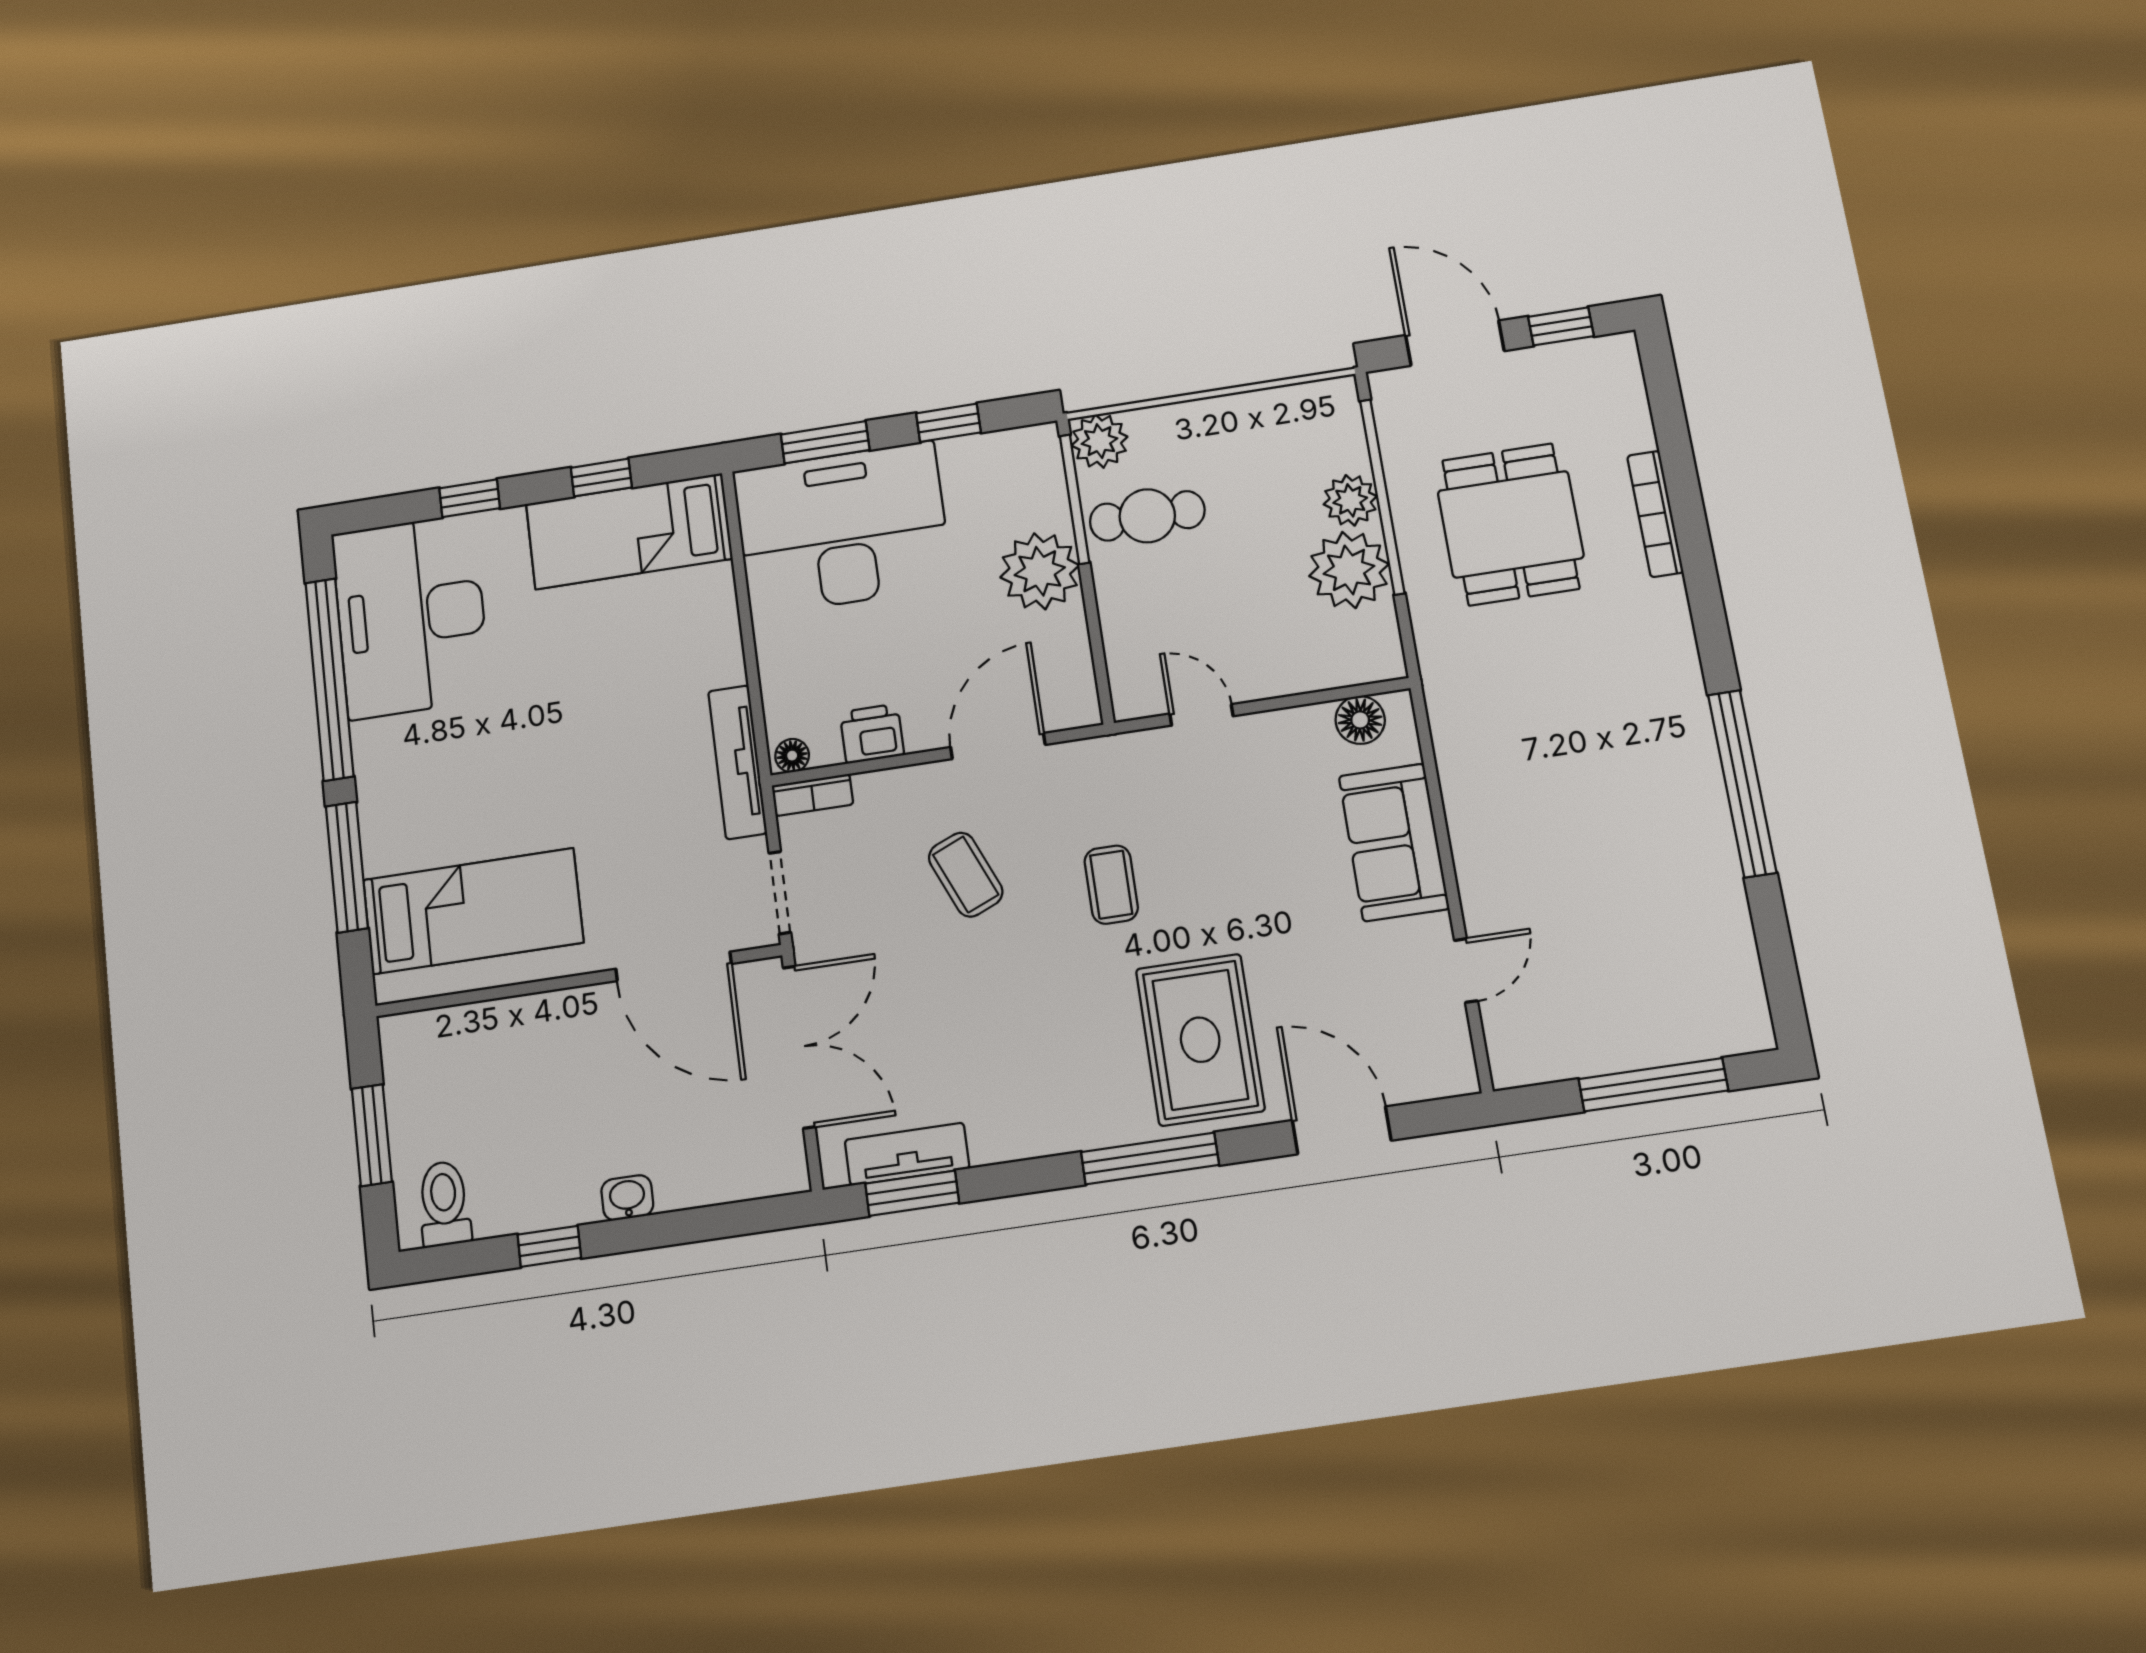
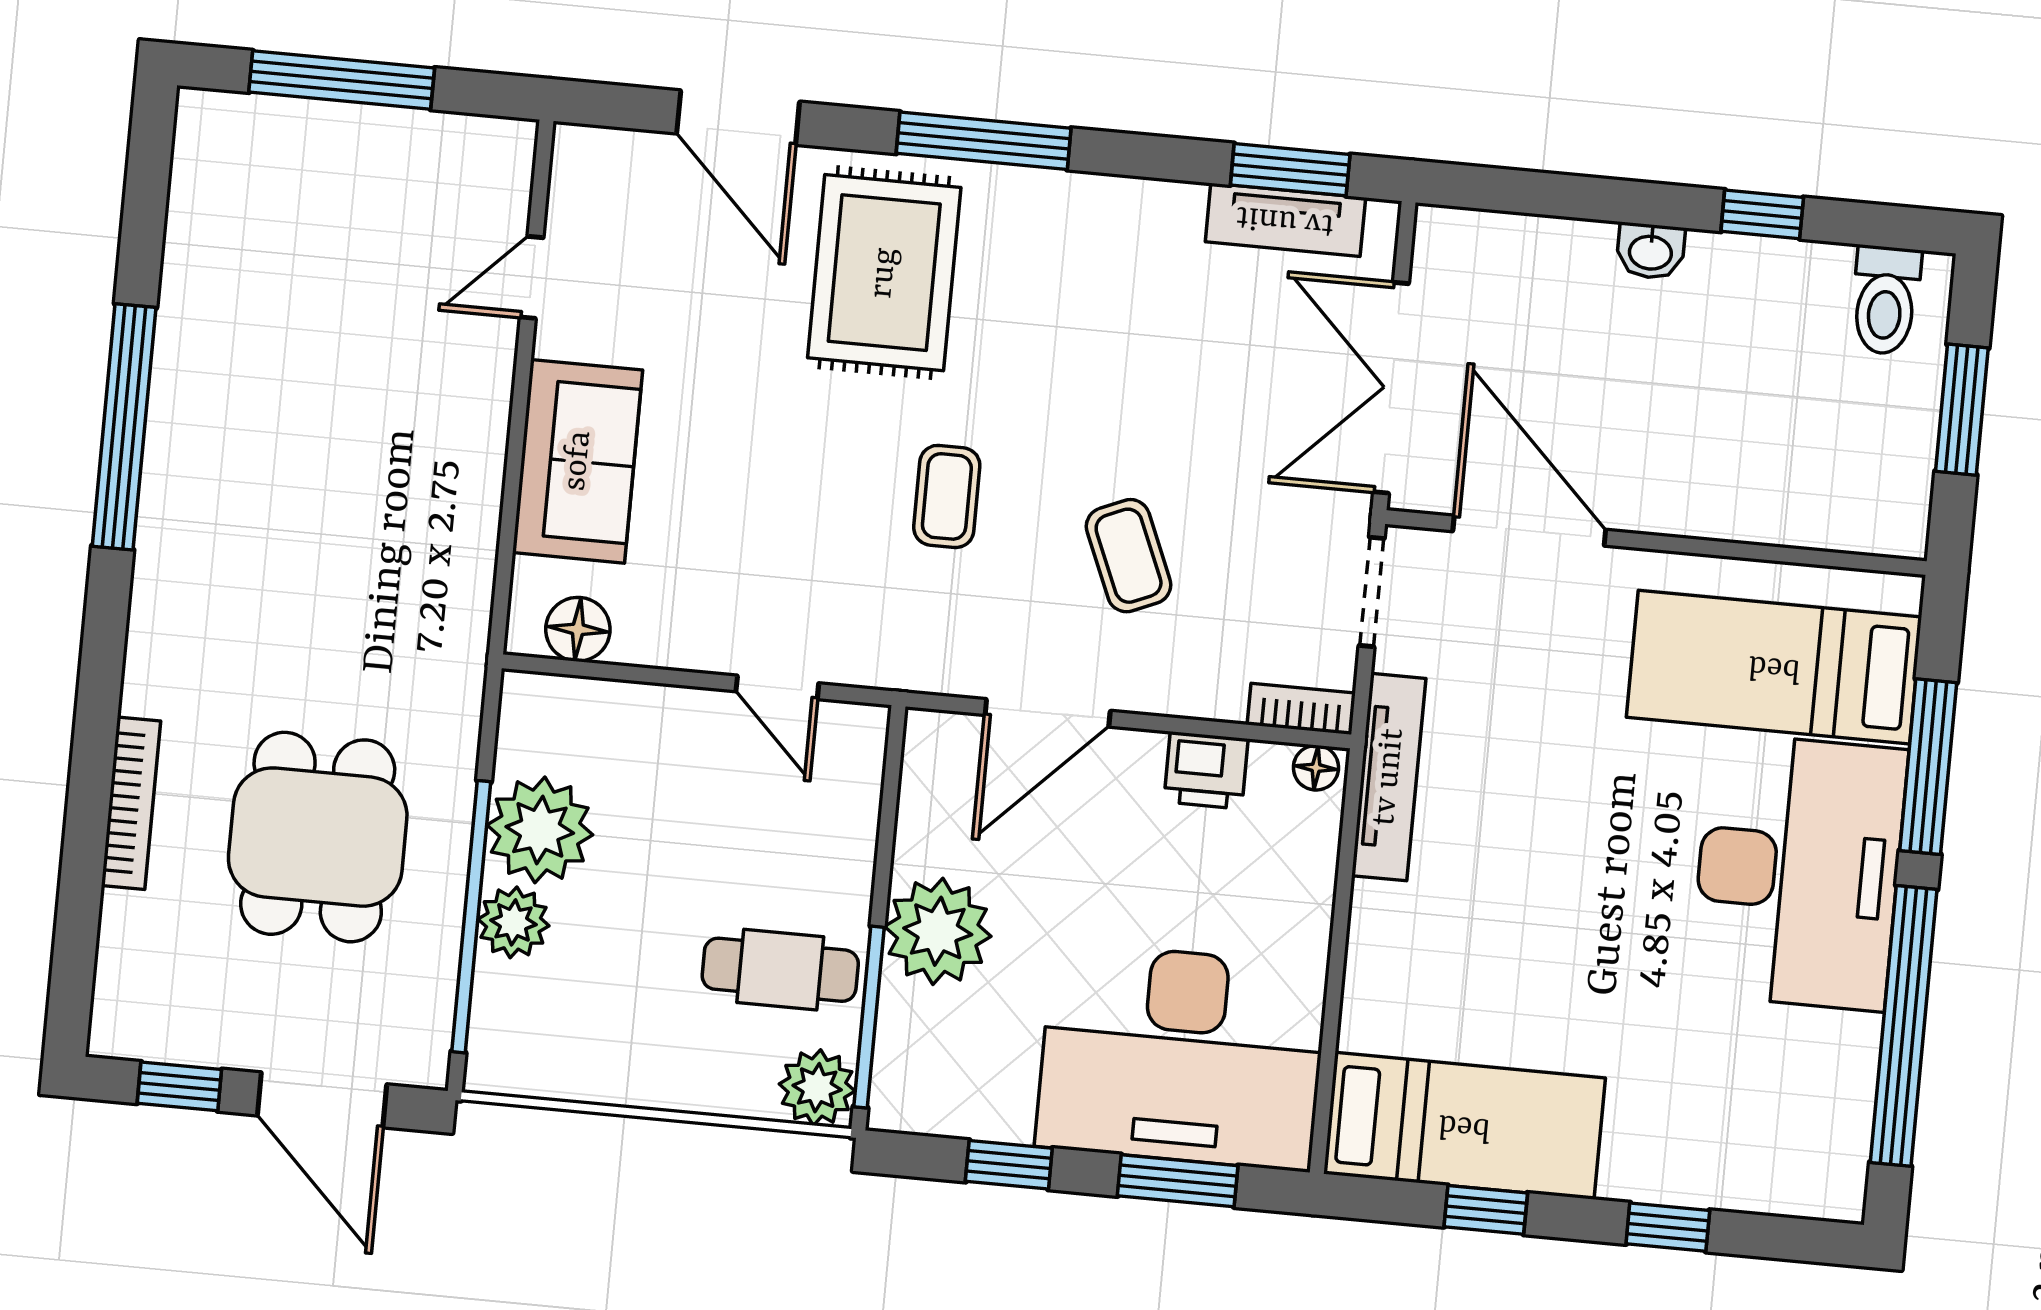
desk: (411, 616) -> (1798, 872), moved

